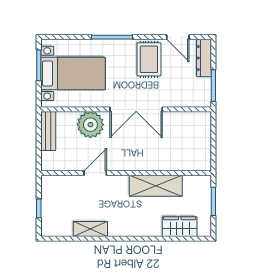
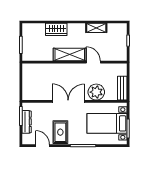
dresser: (204, 58) -> (27, 122), moved
door: (95, 173) -> (93, 62), swing flipped
shelving: (156, 186) -> (70, 54), moved
wardrobe: (180, 227) -> (56, 29), moved

